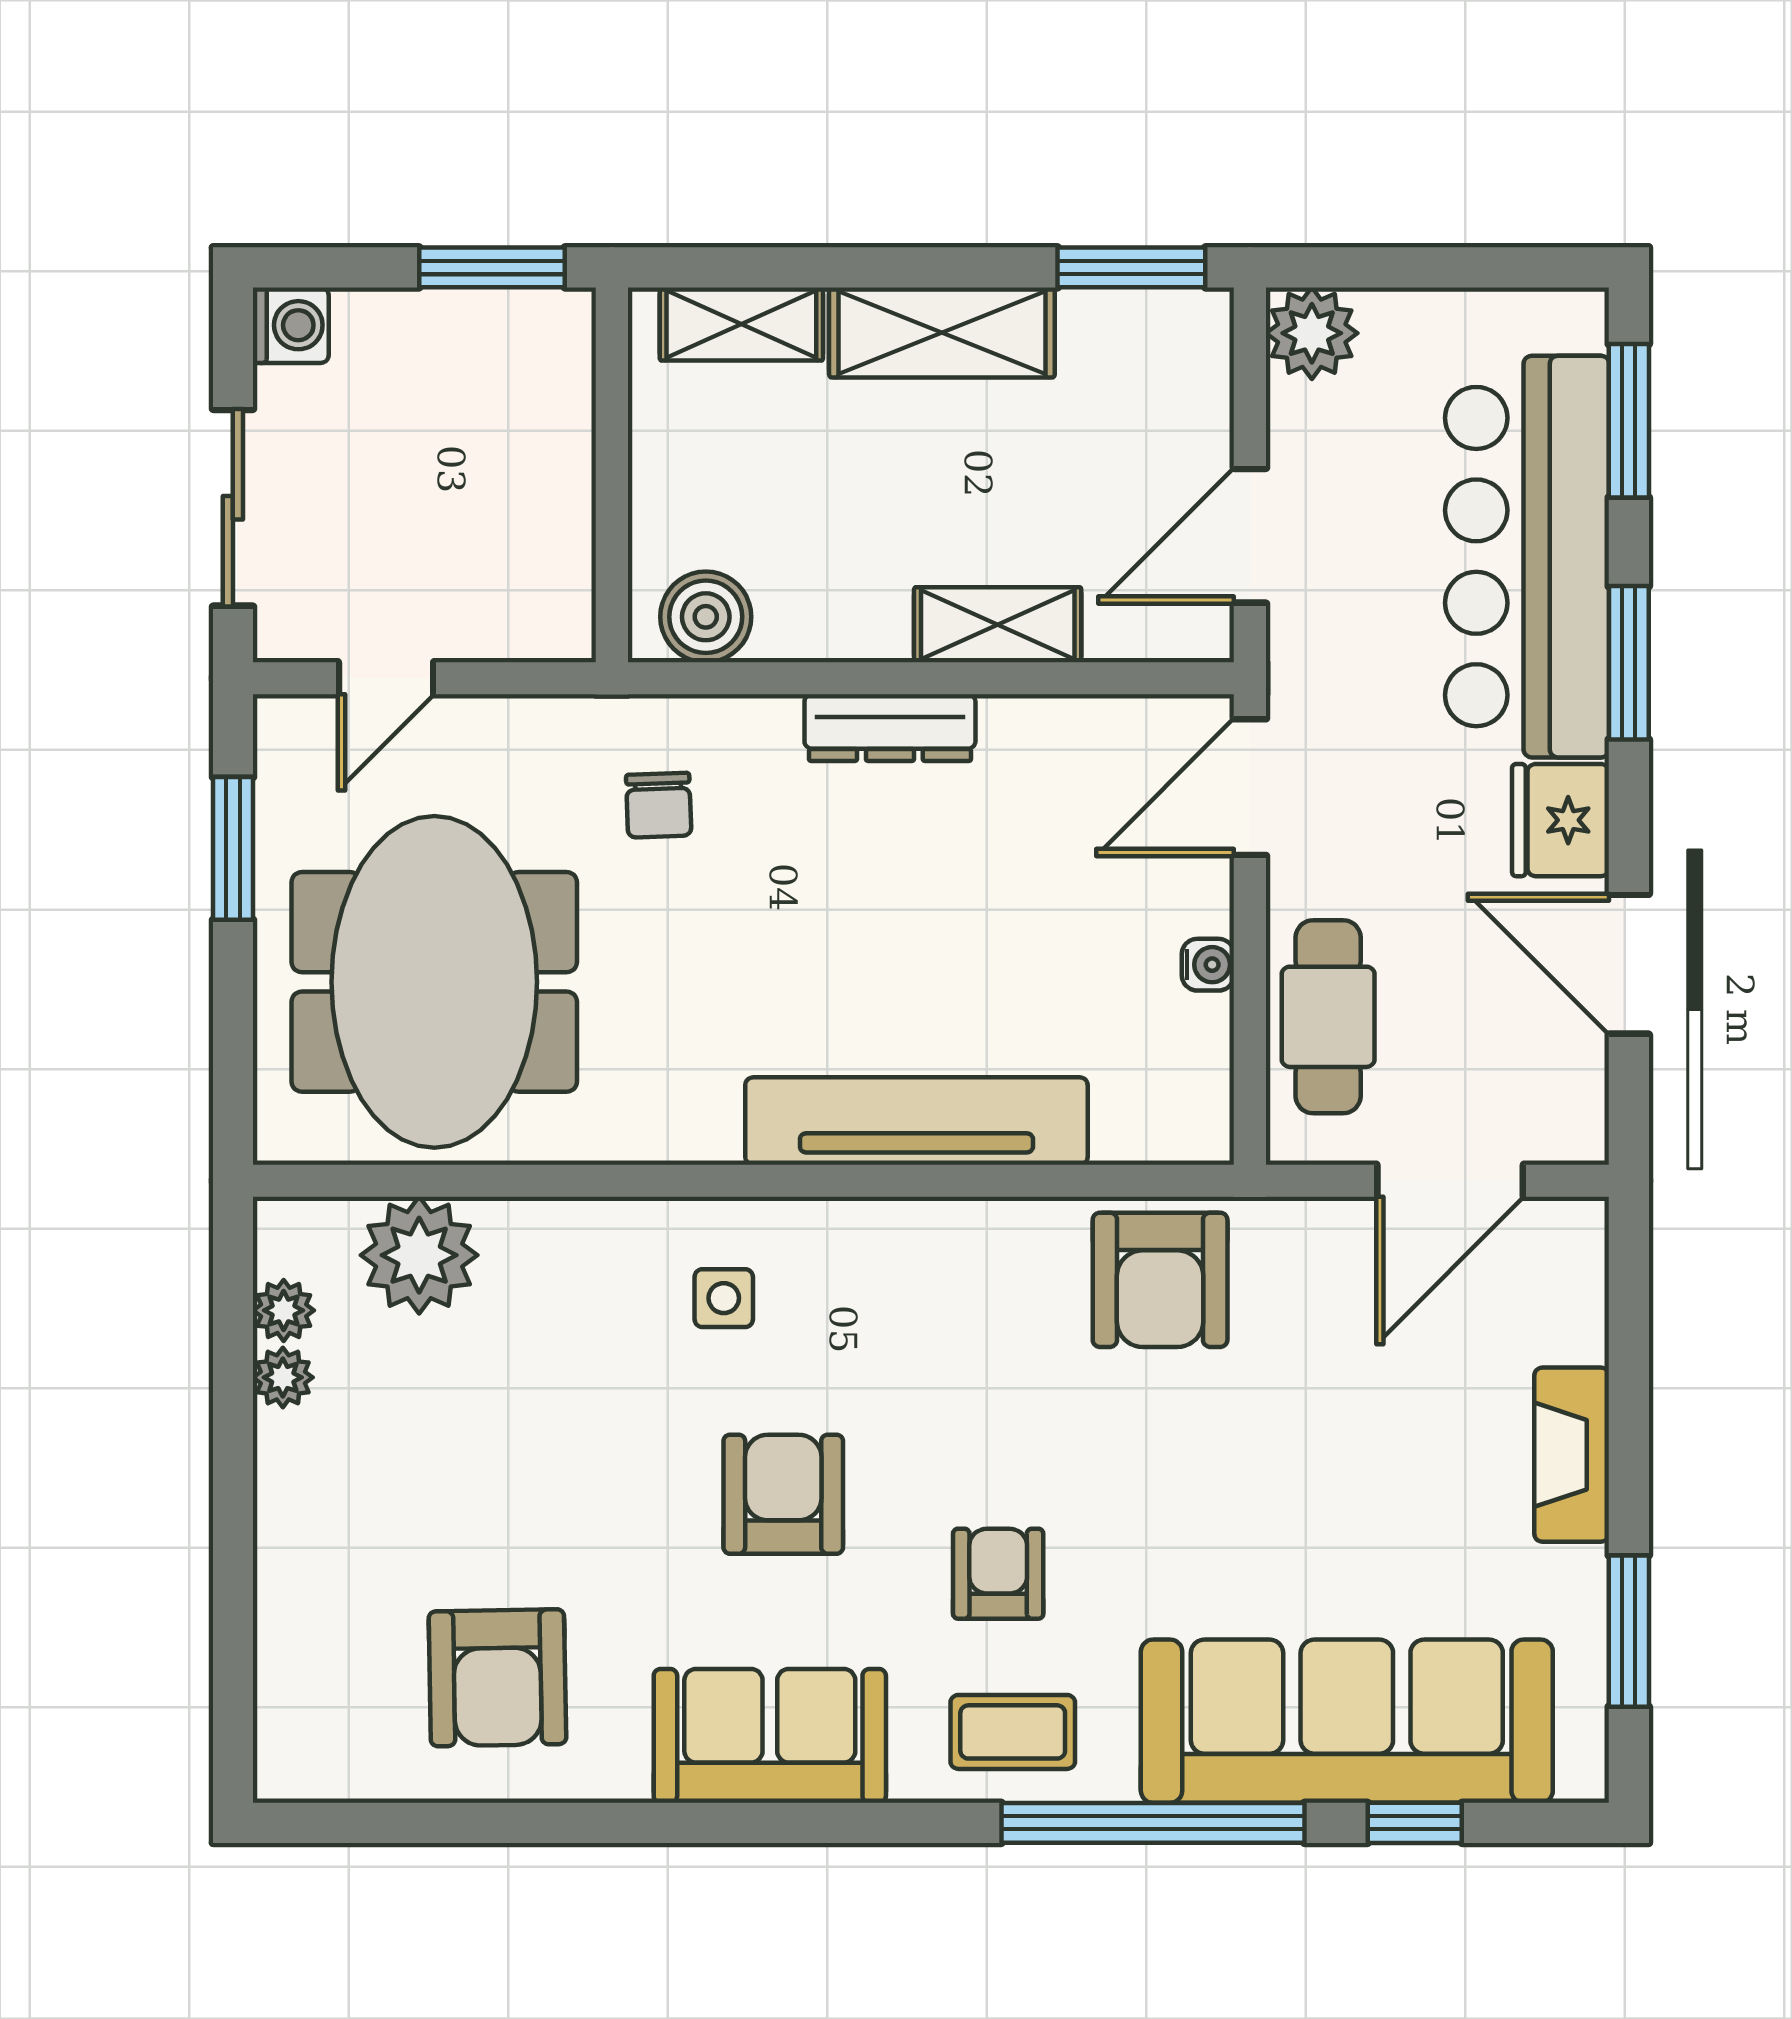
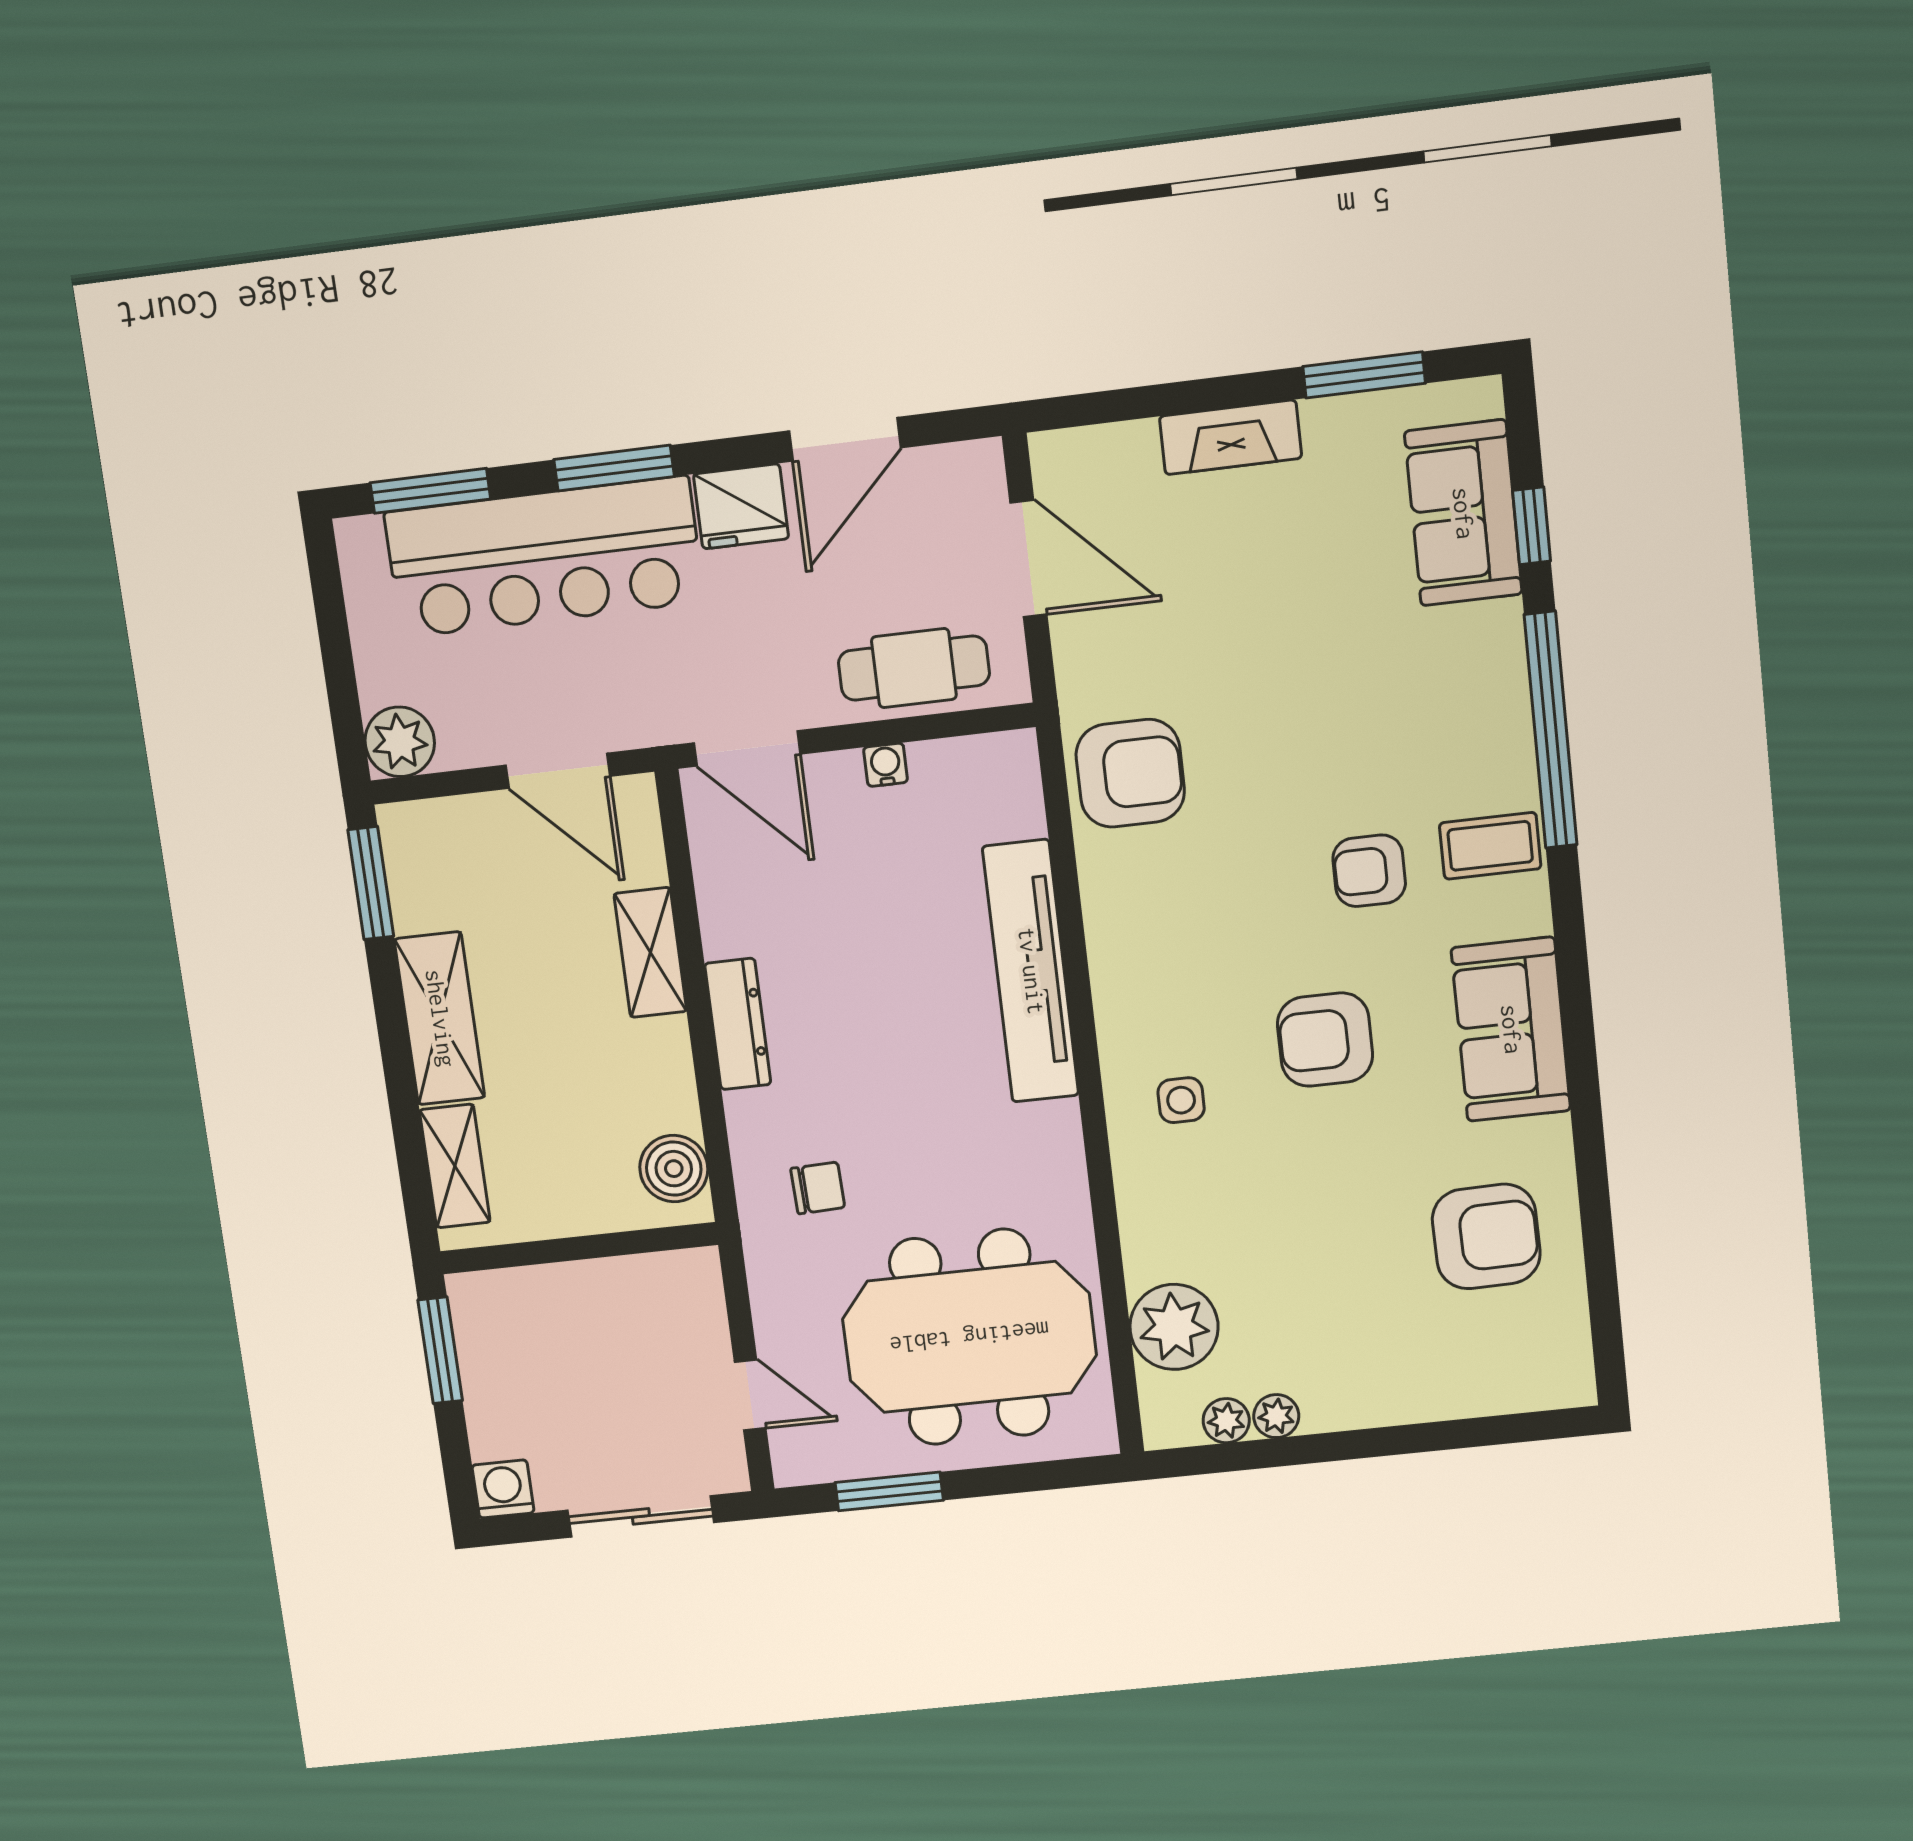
sofa: (1347, 1721) -> (1463, 513), width x0.54, depth x0.79
coffee table: (1013, 1732) -> (1490, 846), turned 90

